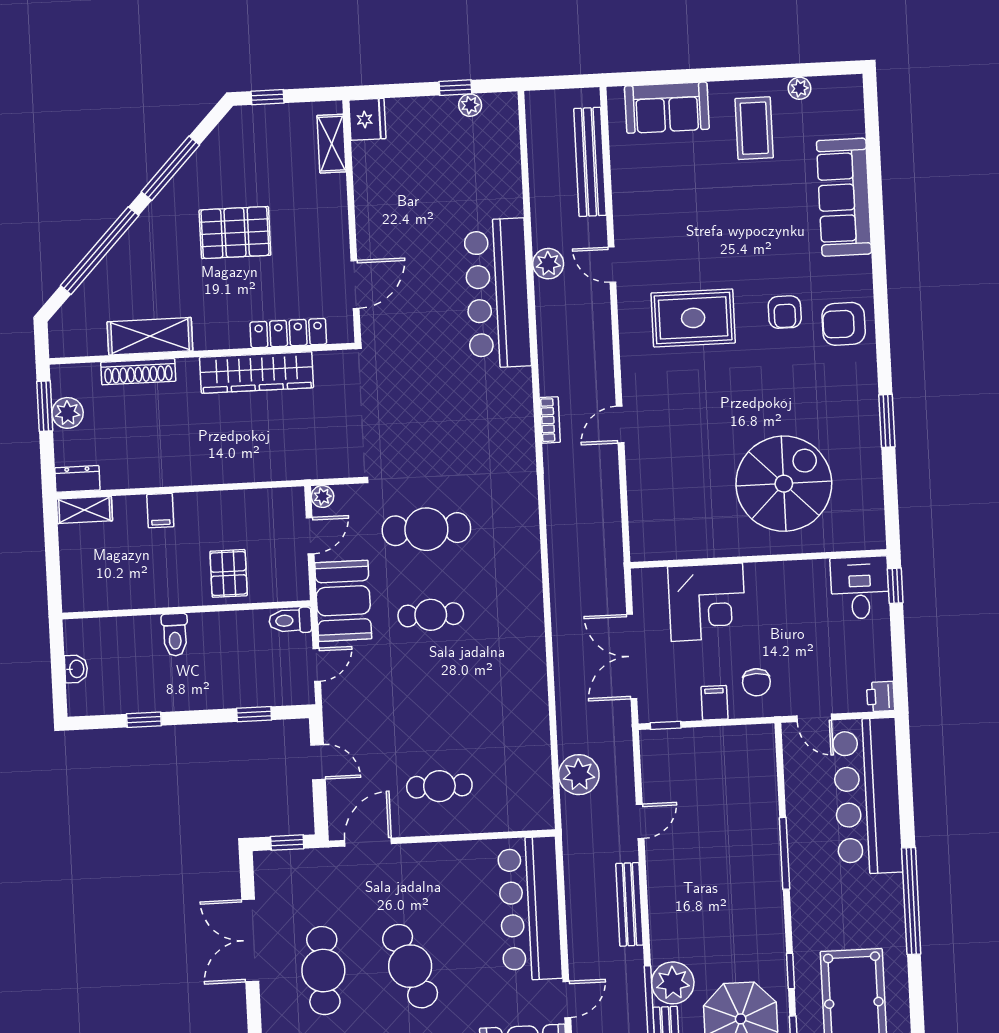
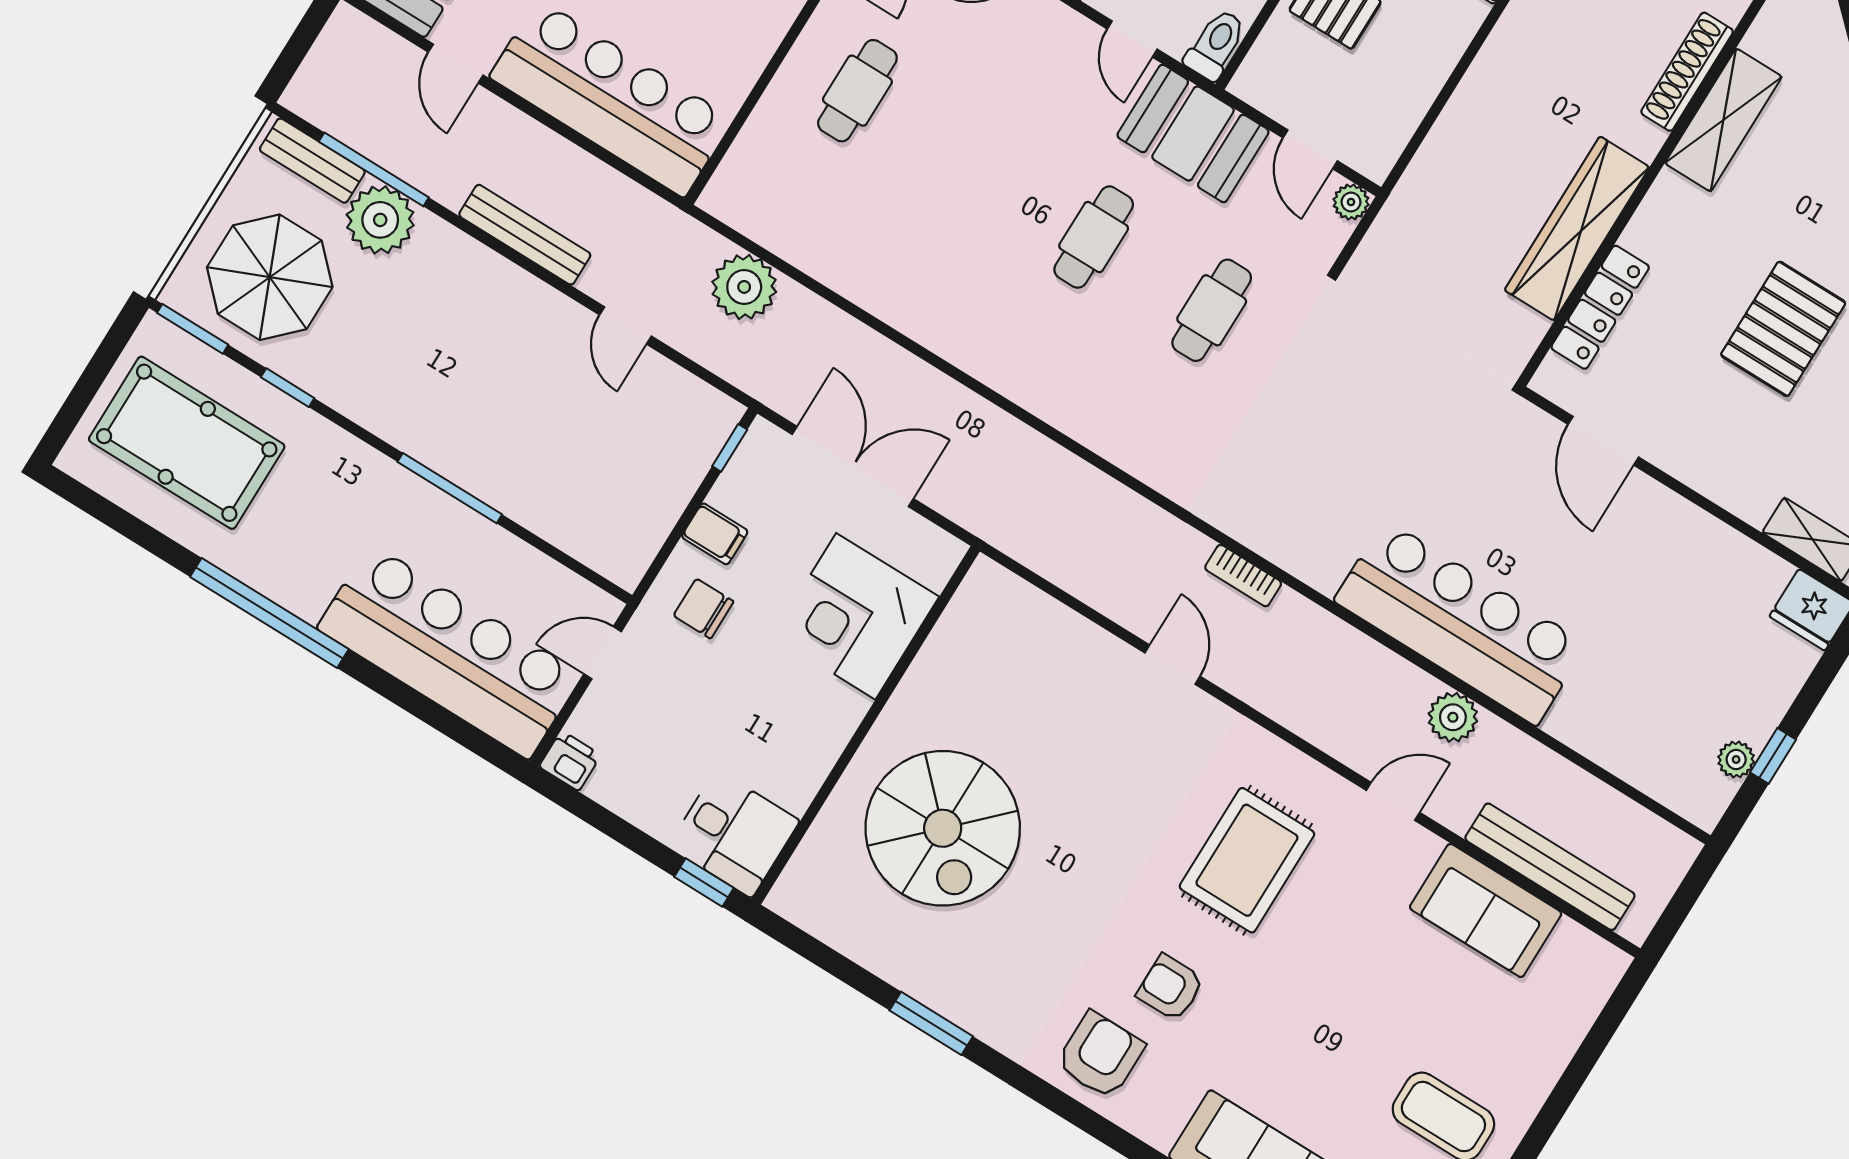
sofa: (667, 108) -> (1486, 910), moved, turned -90
cafe table: (426, 529) -> (1212, 310), width x0.73, depth x0.74

